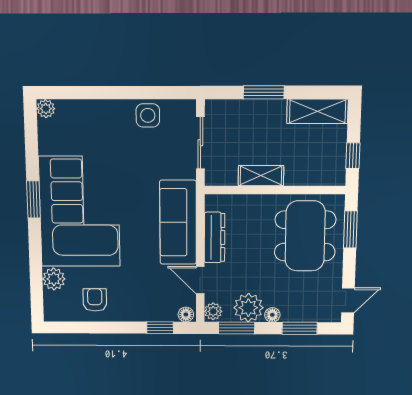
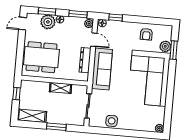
window: (33, 199) -> (174, 50), moved
window: (350, 229) -> (20, 58), removed
dining table: (305, 236) -> (41, 57), turned 90
plant: (248, 308) -> (48, 22), moved

